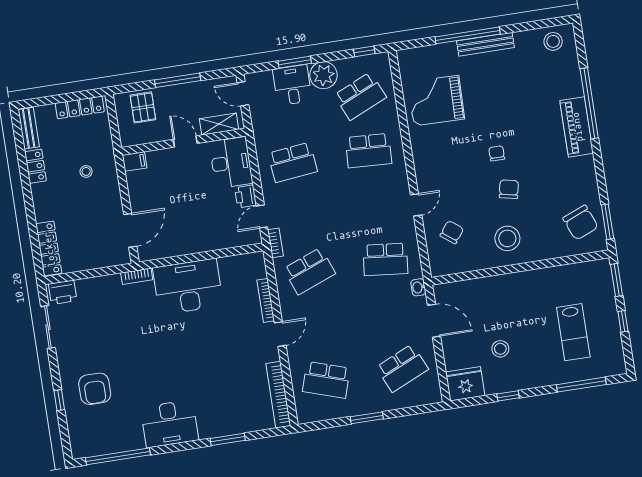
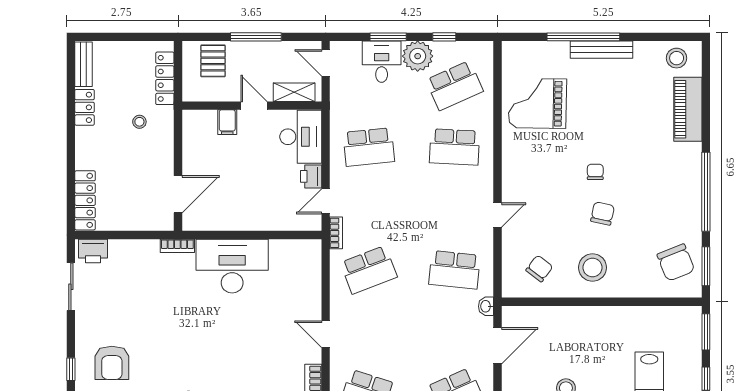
window: (364, 51) -> (444, 37), moved
window: (589, 103) -> (706, 192), moved
locker: (80, 107) -> (165, 78), moved, turned 90
piano: (577, 127) -> (688, 109), moved
filing cabinet: (135, 161) -> (227, 122), moved, turned 90
chair: (452, 232) -> (539, 268), moved
bookcase: (266, 300) -> (315, 295), removed
door: (434, 321) -> (498, 346), hinge flipped
door: (280, 334) -> (326, 334), swing flipped

